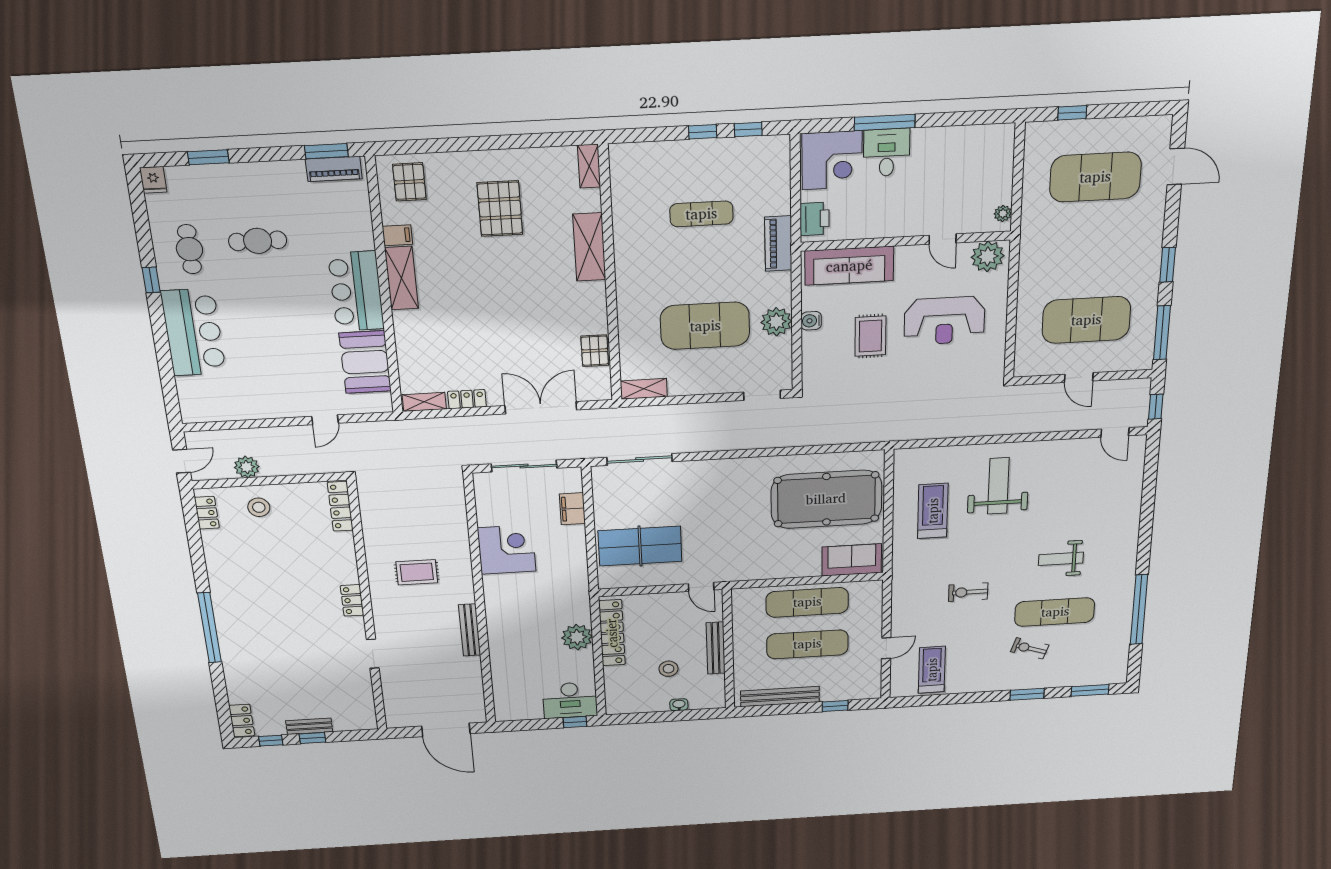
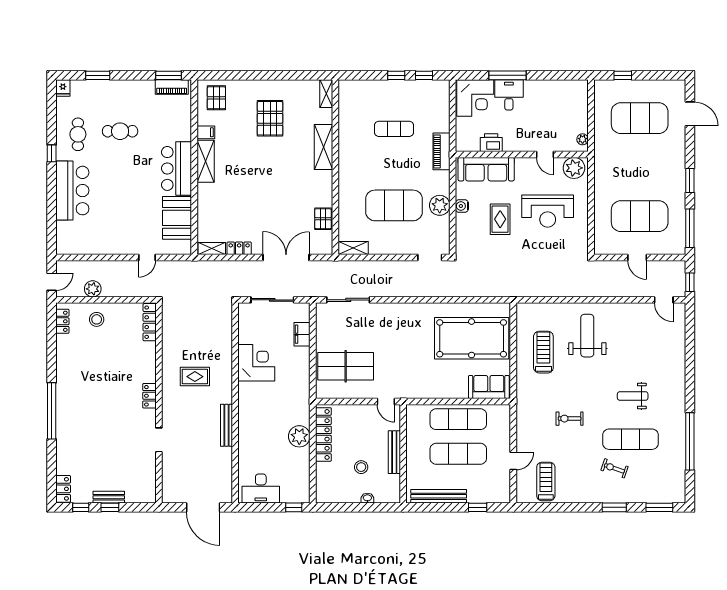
printer: (815, 219) -> (491, 143), moved, turned -90
desk: (570, 700) -> (261, 489), moved

